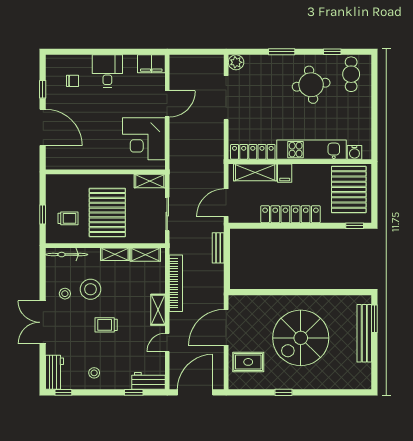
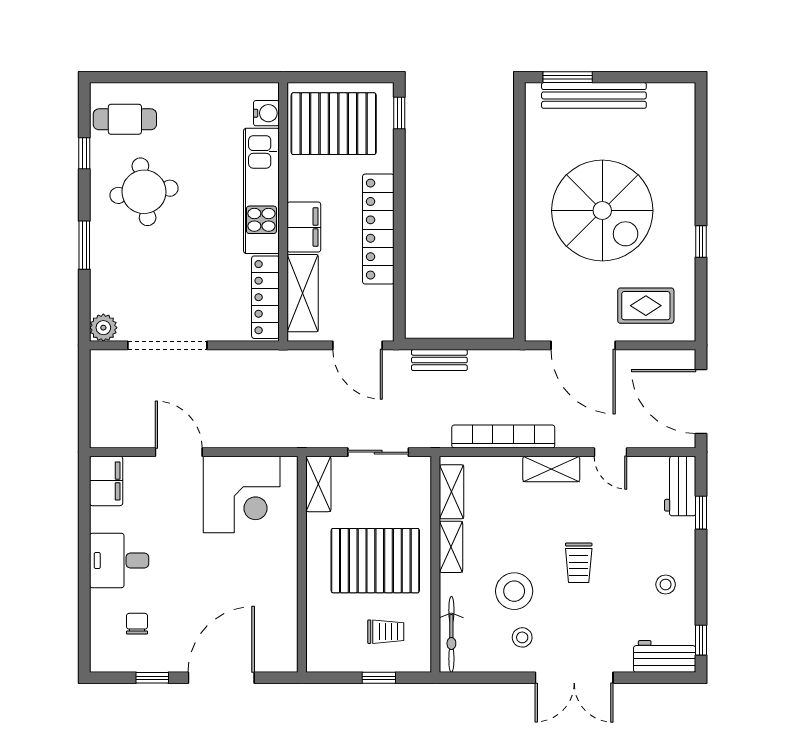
filing cabinet: (285, 173) -> (304, 227), width x2.00
trolley: (68, 218) -> (386, 632), turned 90
rug: (248, 362) -> (646, 306), turned 90

